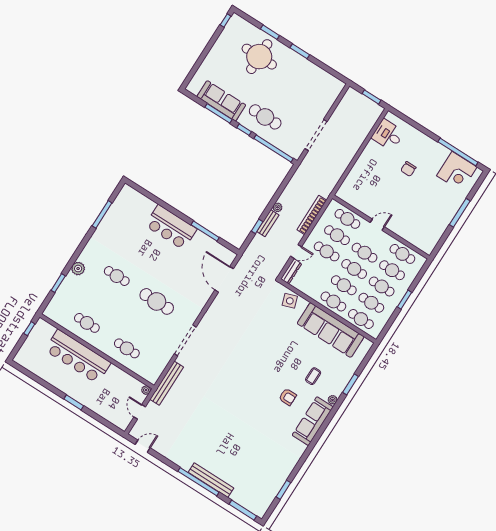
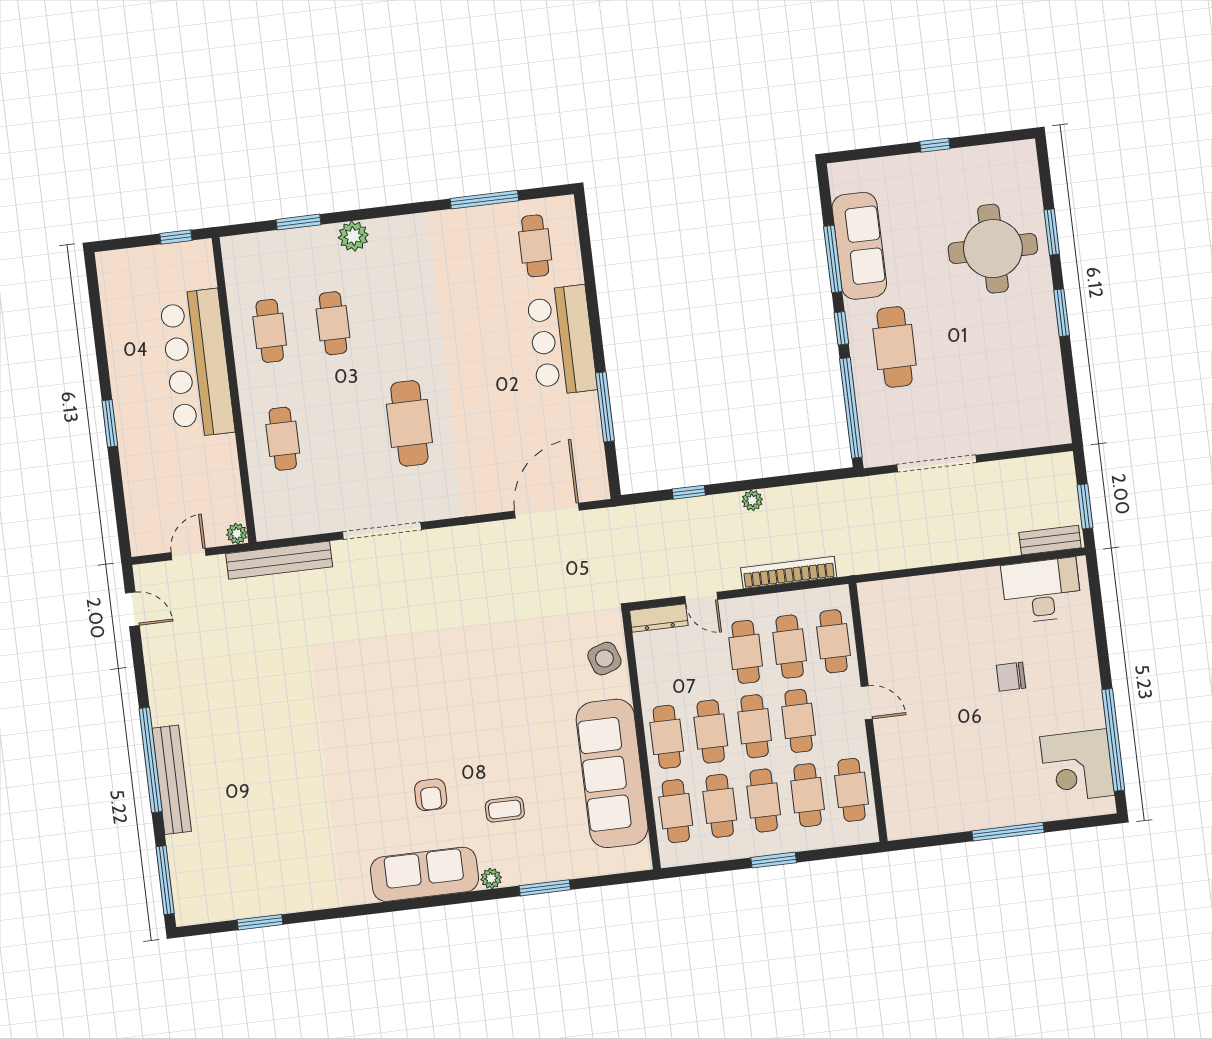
window: (226, 20) -> (935, 145), moved
desk: (388, 135) -> (1042, 591), width x1.37
cafe table: (132, 210) -> (535, 246), added
bench: (268, 223) -> (1050, 540), moved
cafe table: (117, 276) -> (333, 323), moved

